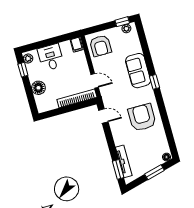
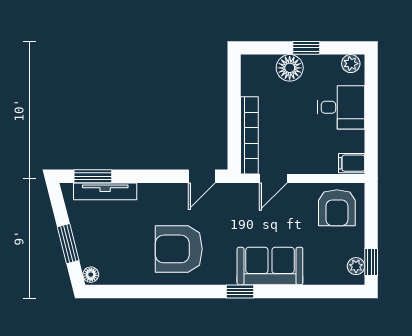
armchair: (100, 46) -> (337, 208), turned -90
window: (23, 70) -> (306, 48), moved
armchair: (142, 117) -> (179, 249), turned 180

